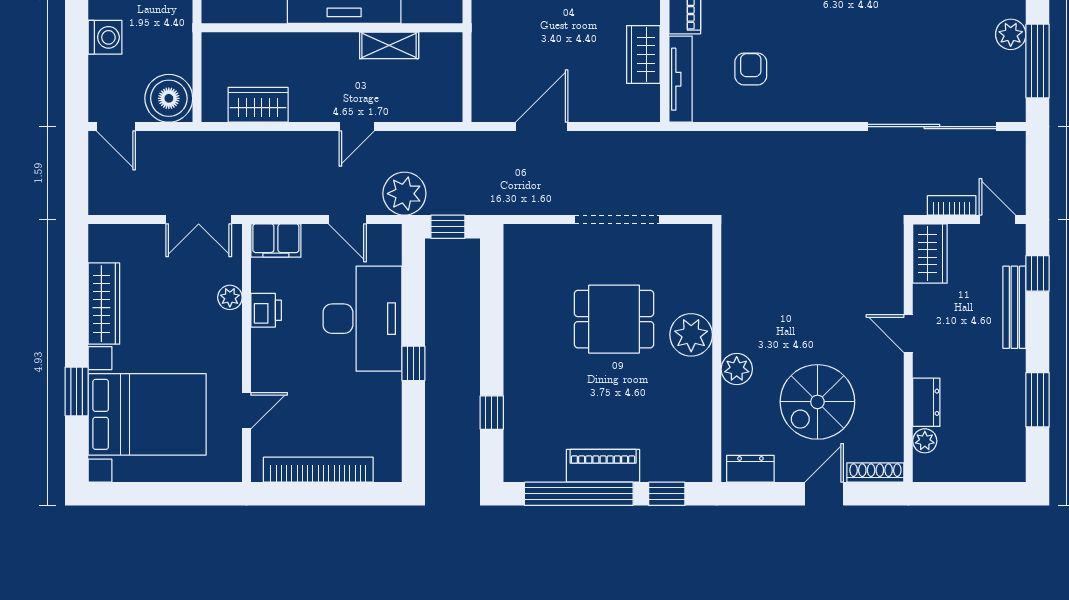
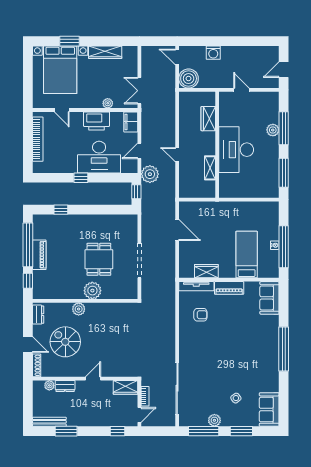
wardrobe: (258, 105) -> (208, 119), moved, turned 180
door: (116, 127) -> (177, 57), hinge flipped
bench: (1014, 307) -> (49, 422), moved
printer: (266, 310) -> (96, 121), width x1.87, depth x1.48

